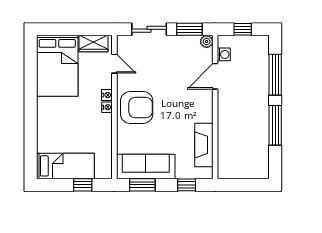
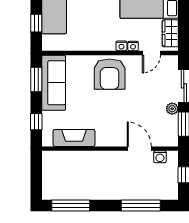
plant: (207, 41) -> (172, 109), moved
nightstand: (107, 107) -> (133, 46), moved
window: (275, 125) -> (71, 206), moved

